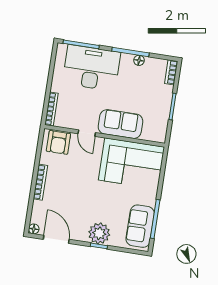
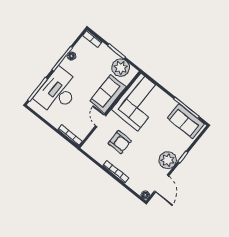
plant: (157, 121) -> (121, 68), added
door: (87, 133) -> (101, 121), swing flipped
armchair: (58, 142) -> (120, 142), moved
plant: (99, 233) -> (168, 160), moved
door: (56, 239) -> (161, 184), swing flipped

